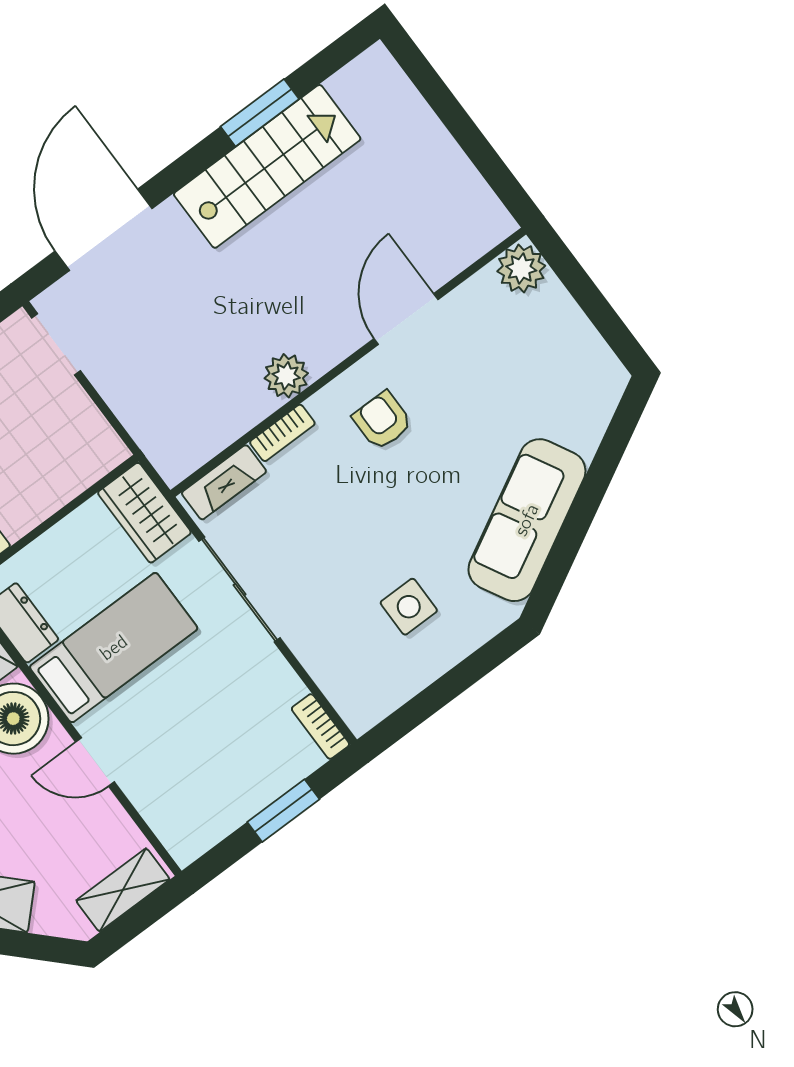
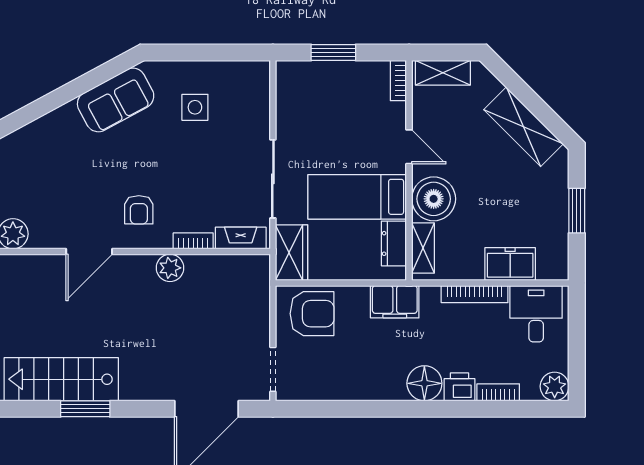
stairs: (267, 166) -> (61, 379), moved
armchair: (59, 454) -> (312, 314), added
sofa: (527, 520) -> (116, 100), width x0.73
bookcase: (320, 726) -> (398, 80), moved, turned 180

